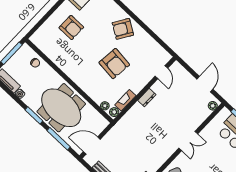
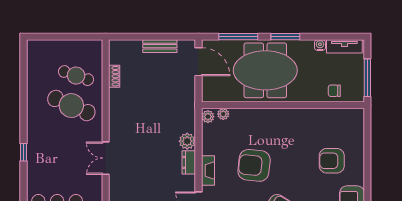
fireplace: (125, 100) -> (208, 171), moved
plant: (137, 109) -> (187, 141), added
door: (92, 145) -> (198, 62), hinge flipped

